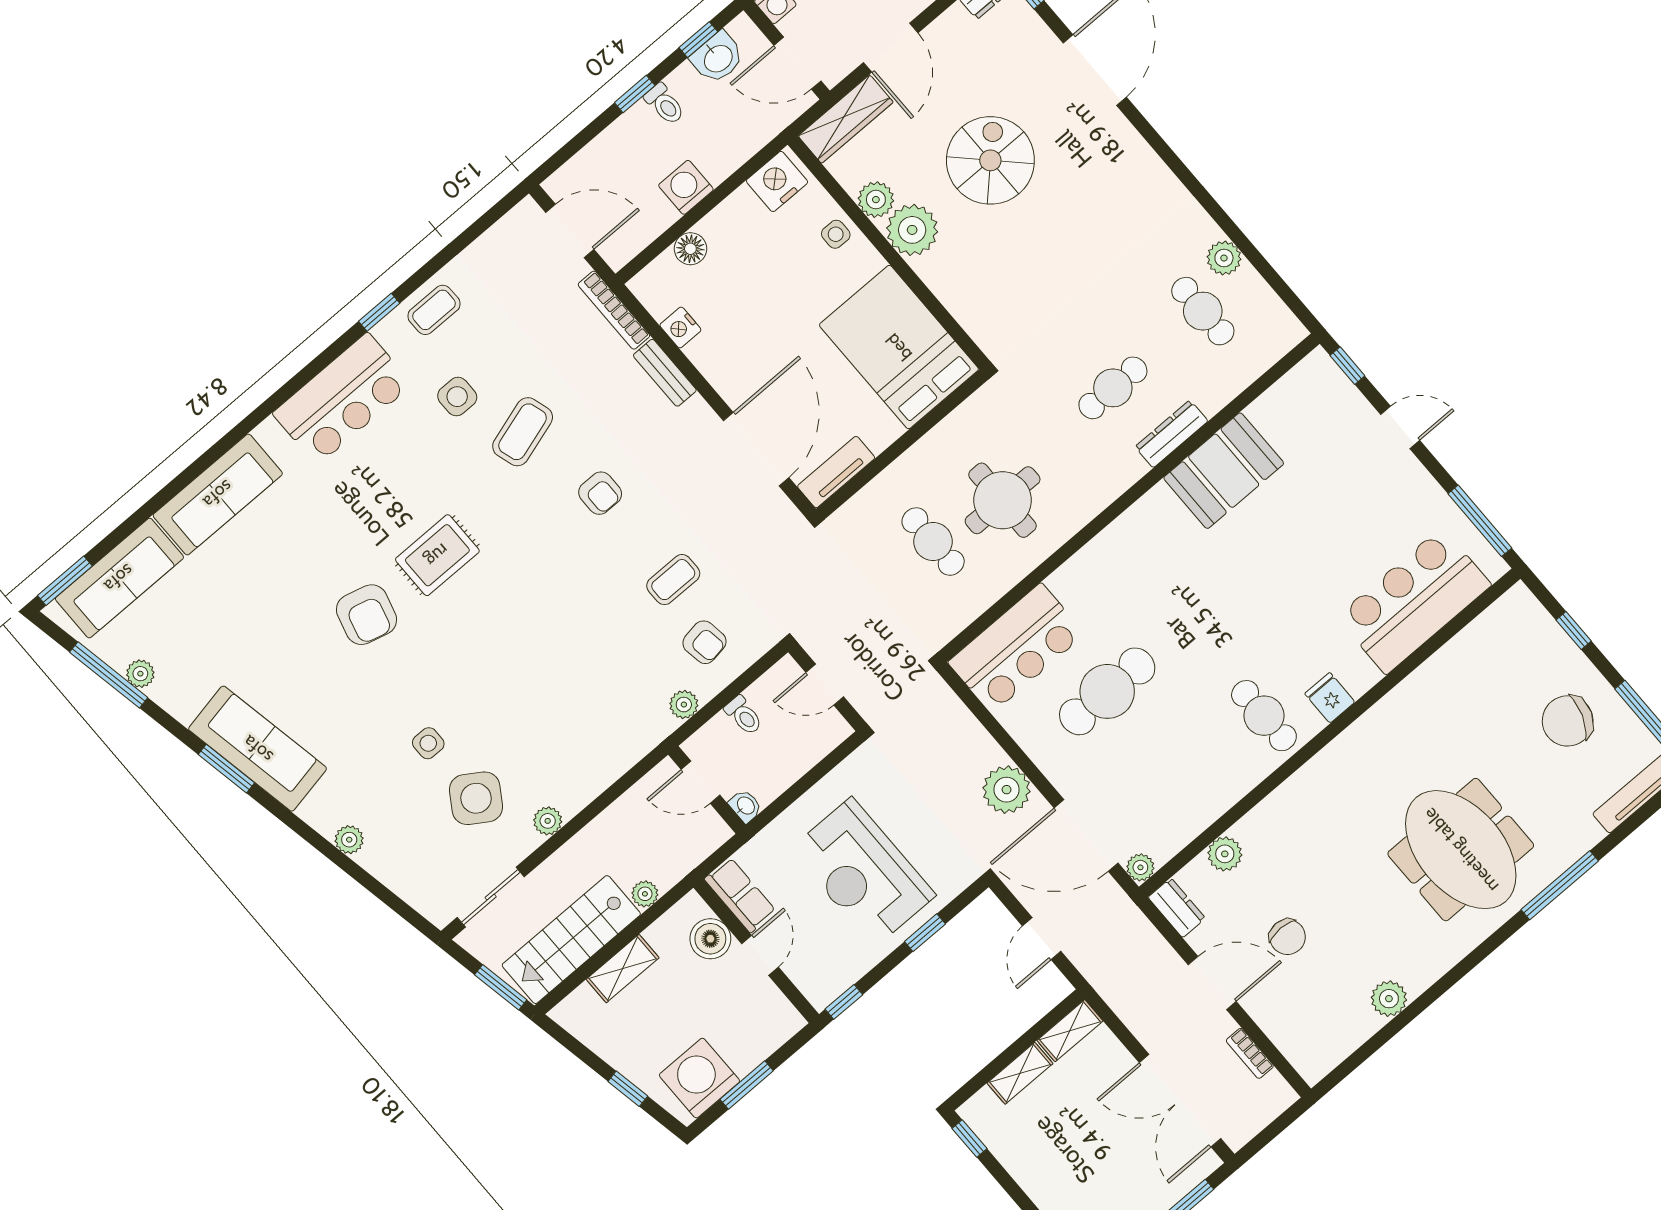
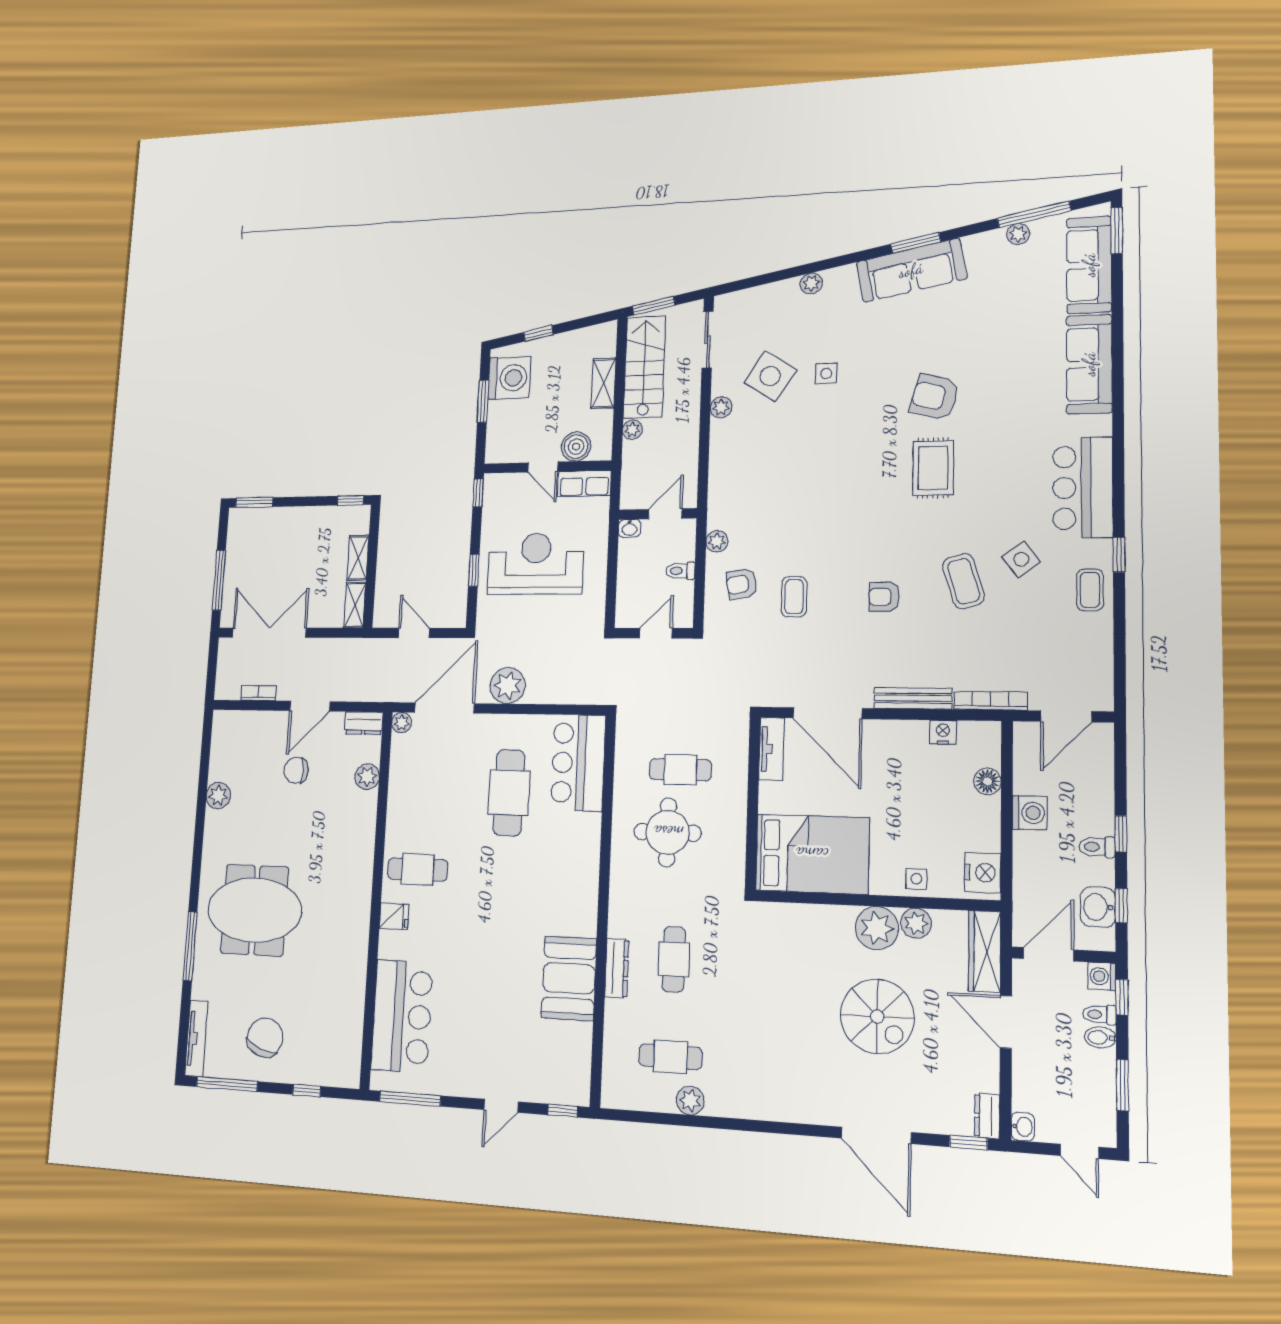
bench: (665, 373) -> (913, 698), width x1.36
side table: (457, 397) -> (1021, 559), turned -36

